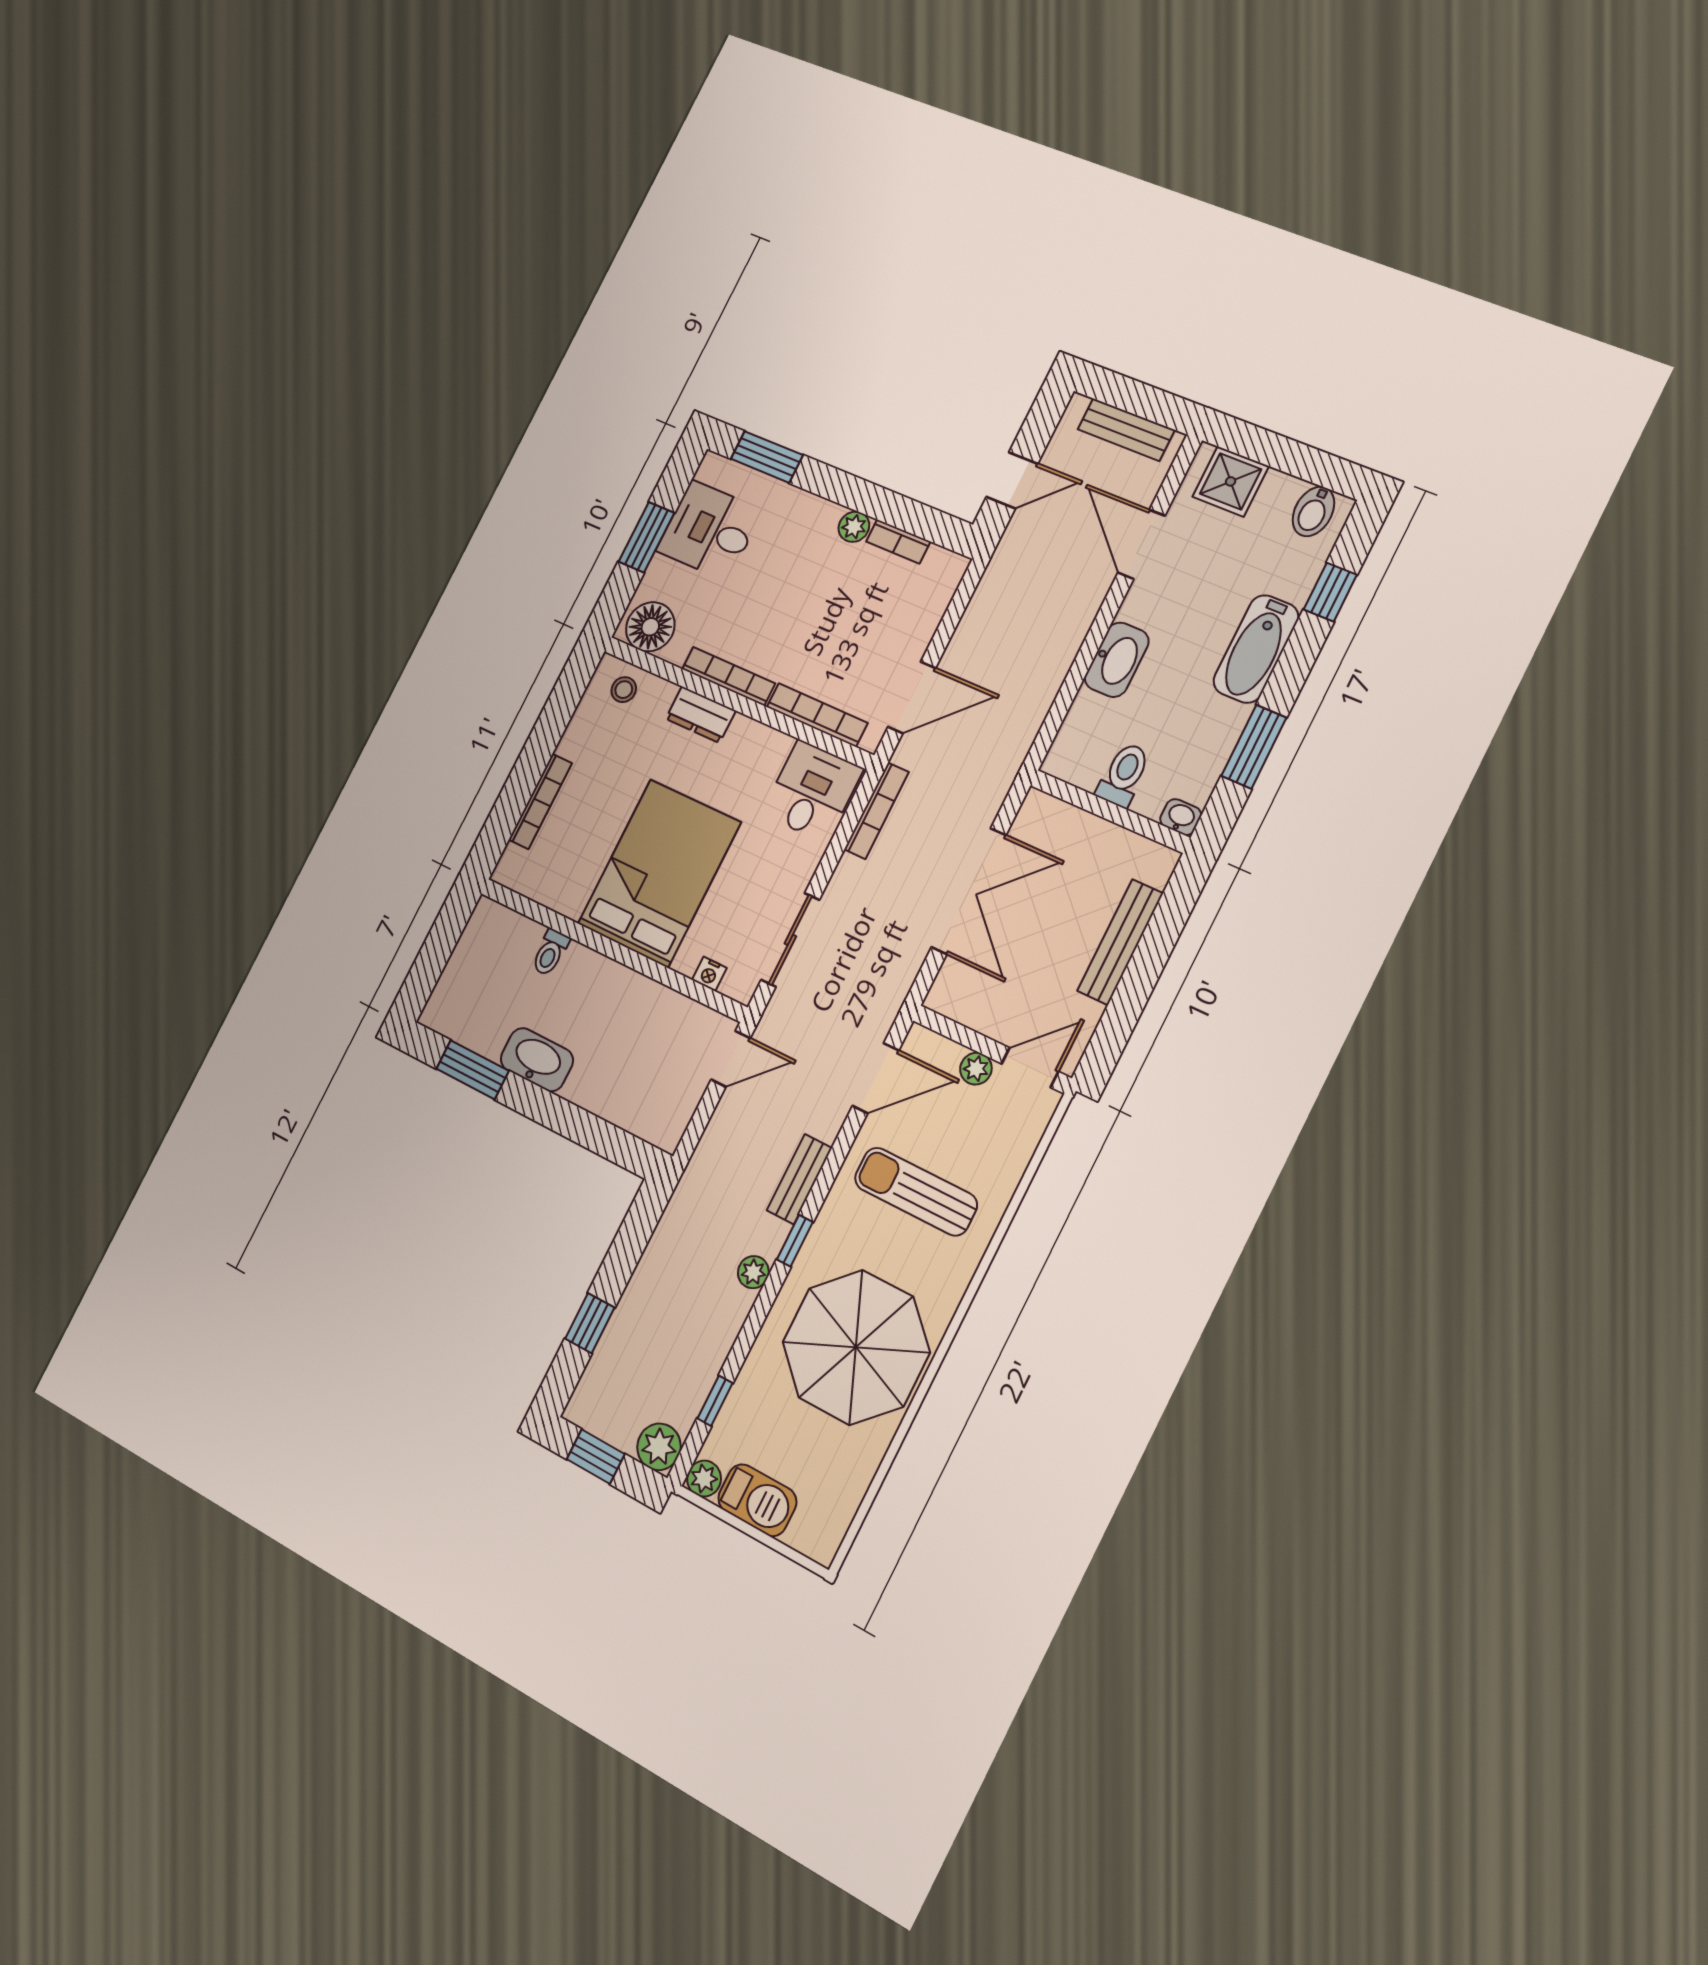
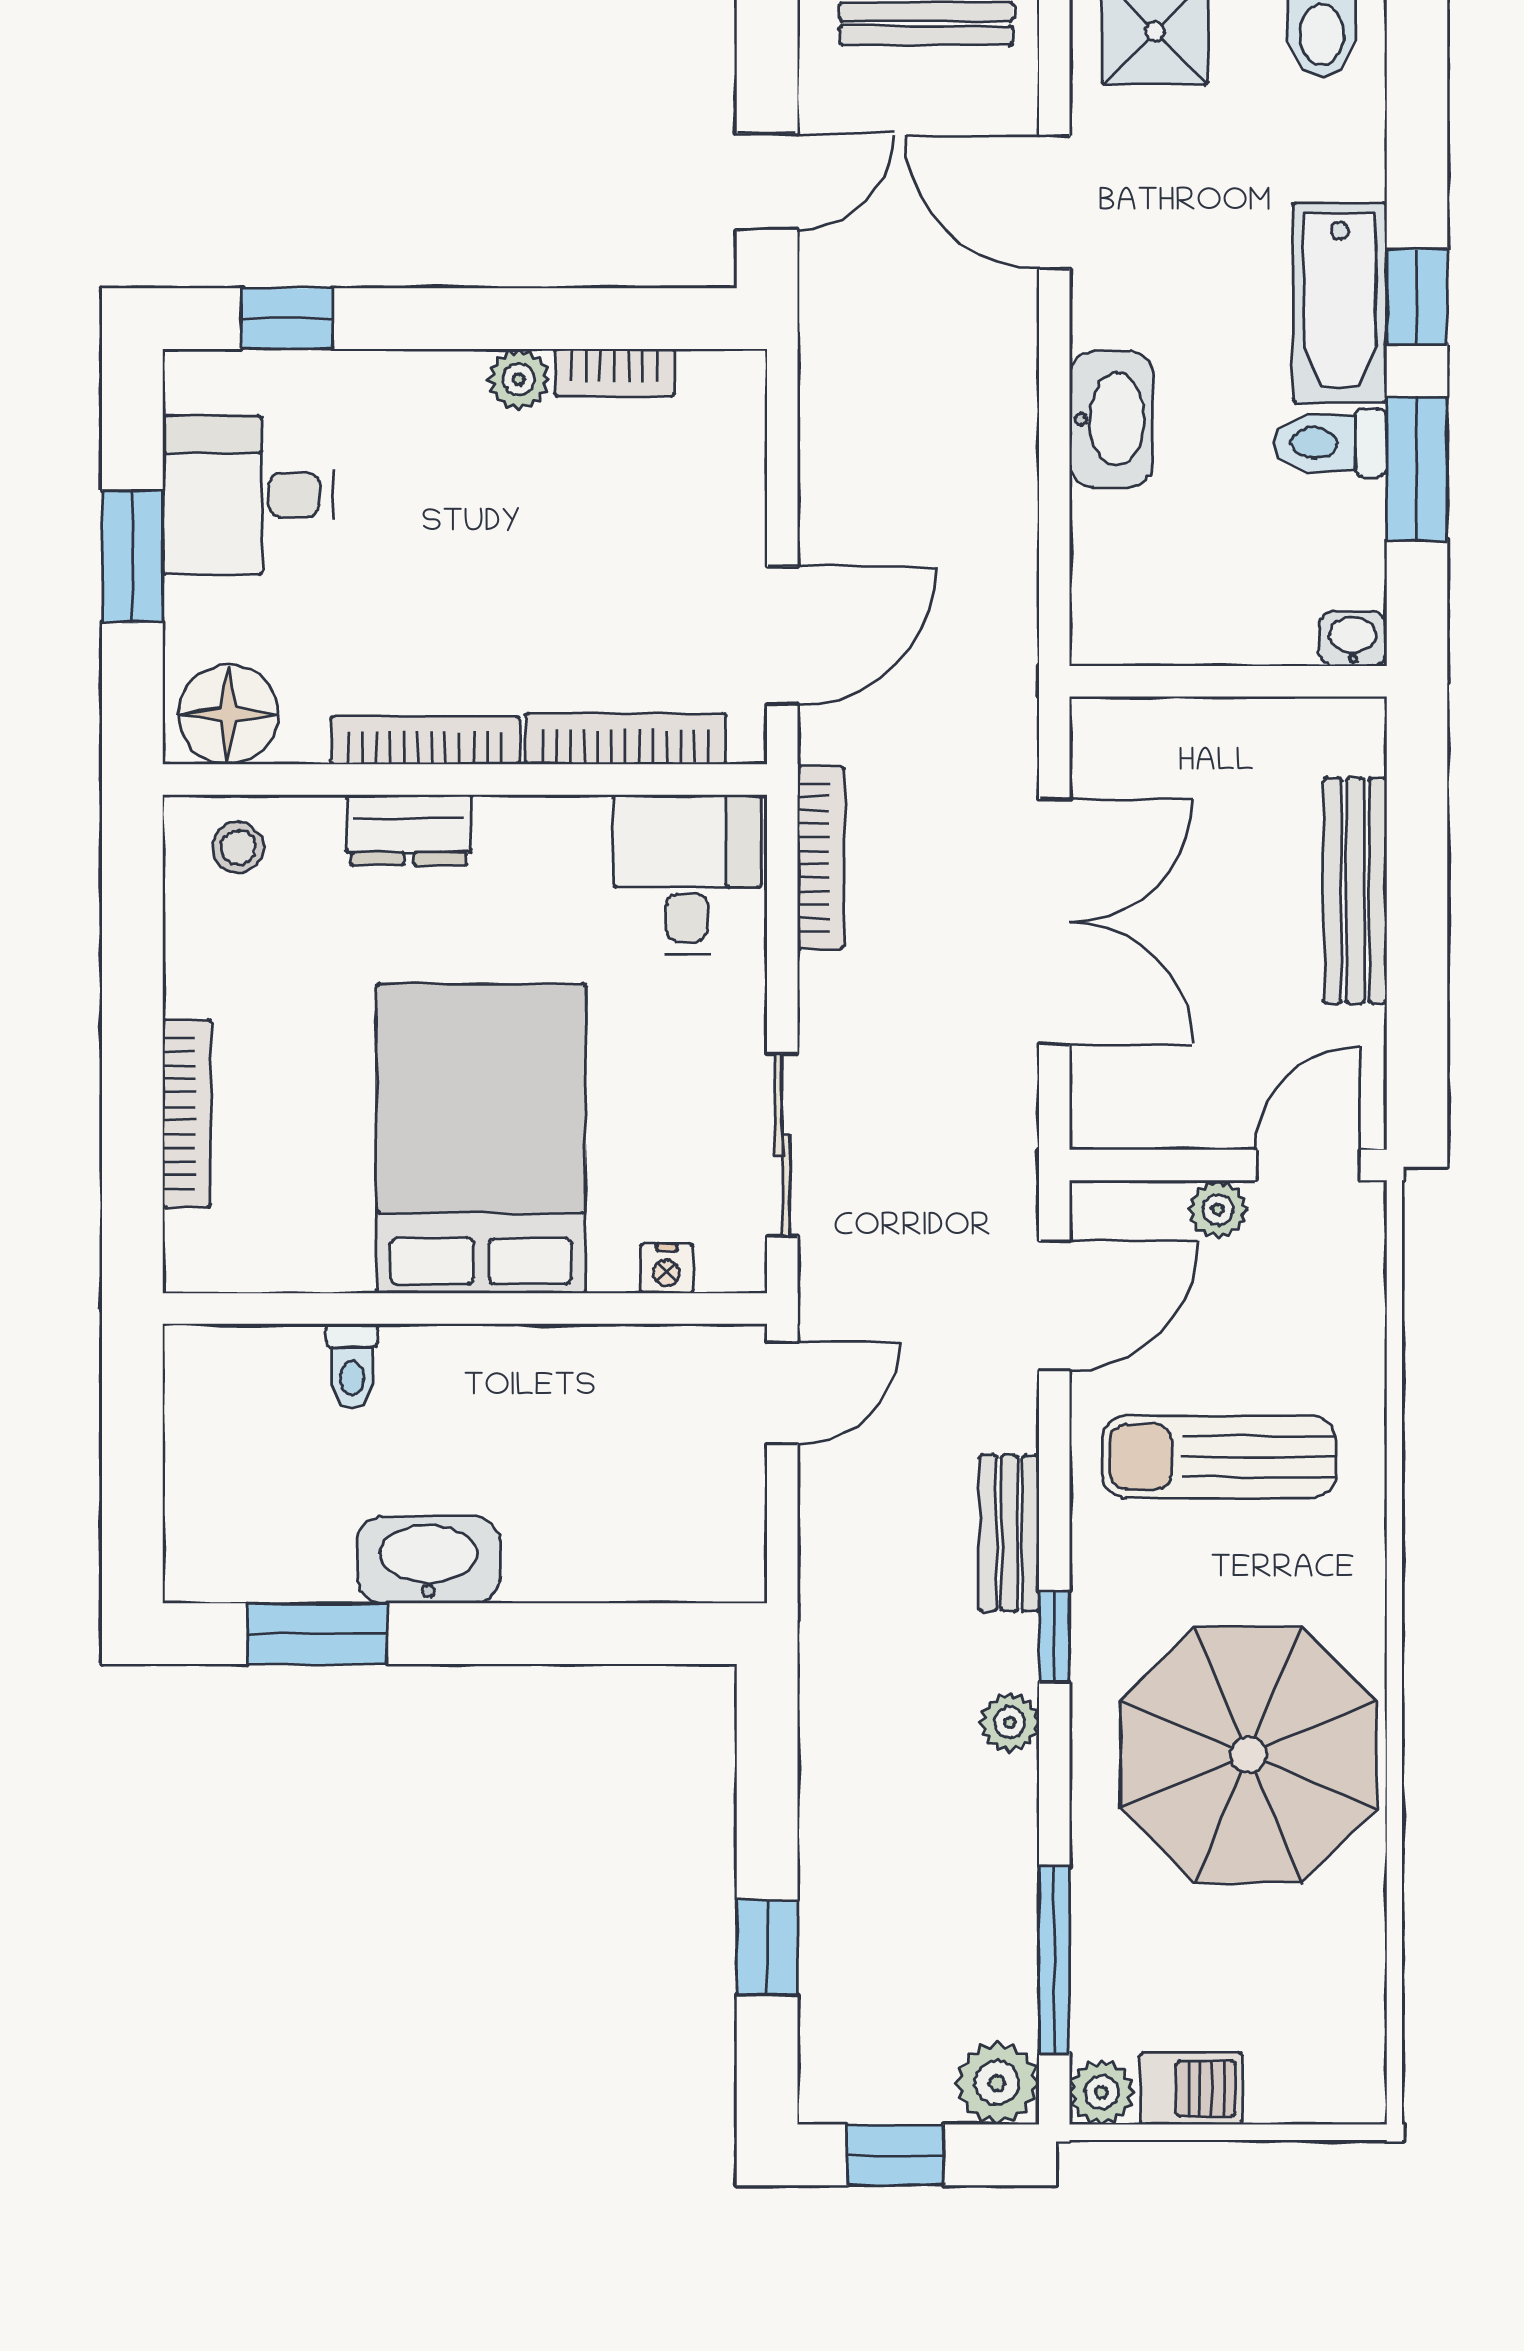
window: (767, 457) -> (287, 319), width x0.67
window: (1330, 592) -> (1417, 297), moved
toilet: (1124, 775) -> (1330, 443), moved, turned -90
window: (715, 1401) -> (1054, 1960), width x2.17
barbecue: (757, 1500) -> (1191, 2089), width x0.73, depth x0.79

